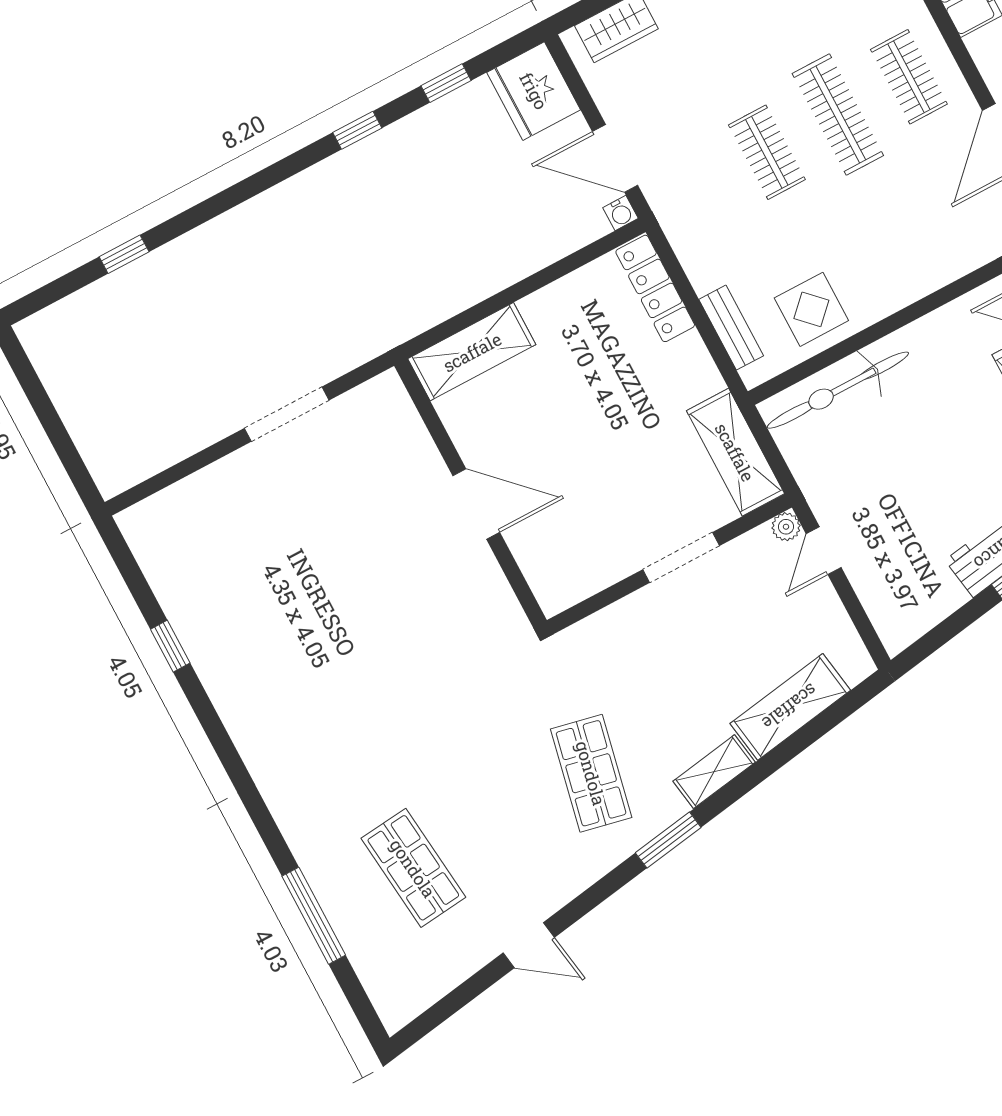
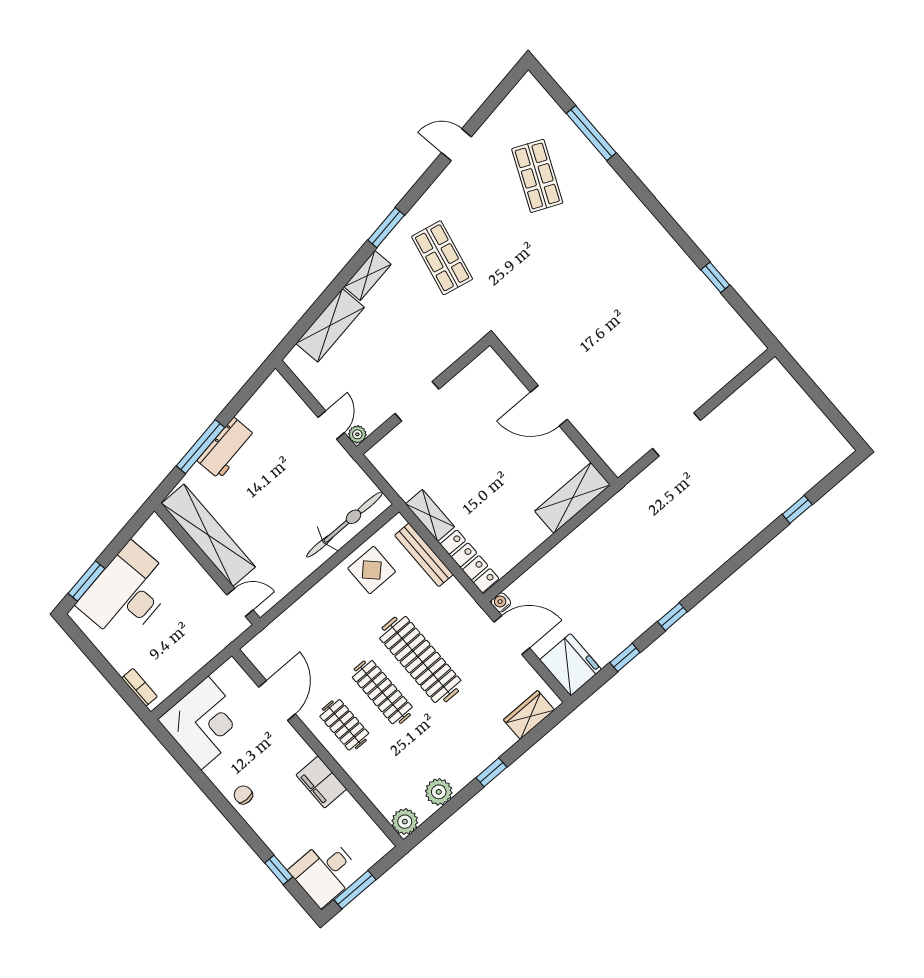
clothes rail: (767, 152) -> (420, 659), width x1.86, depth x1.31
bench: (731, 328) -> (424, 555), width x1.36
shelving: (735, 452) -> (430, 515), moved, width x0.67, depth x0.75
shop shelf: (413, 868) -> (537, 176), turned 30

